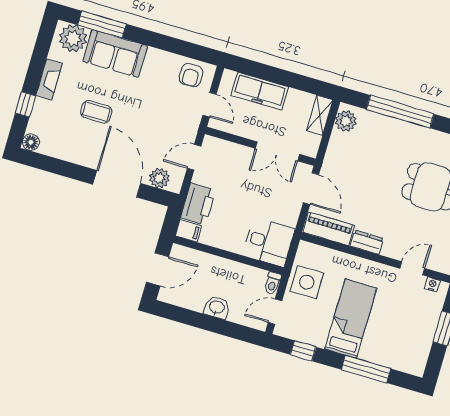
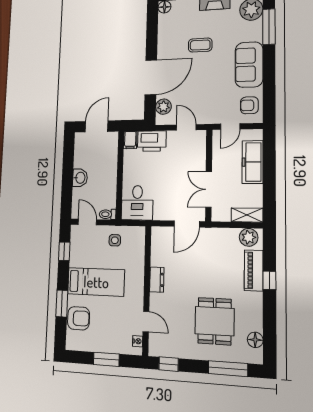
sofa: (115, 54) -> (249, 65), moved
coffee table: (96, 112) -> (200, 45), turned 90
window: (400, 112) -> (269, 280), width x0.32
piano: (329, 229) -> (254, 270), moved, turned 180
door: (157, 269) -> (97, 126), swing flipped
side table: (307, 282) -> (115, 240), width x0.54, depth x0.54
armchair: (389, 352) -> (79, 318), added
window: (366, 369) -> (62, 304), width x0.69

